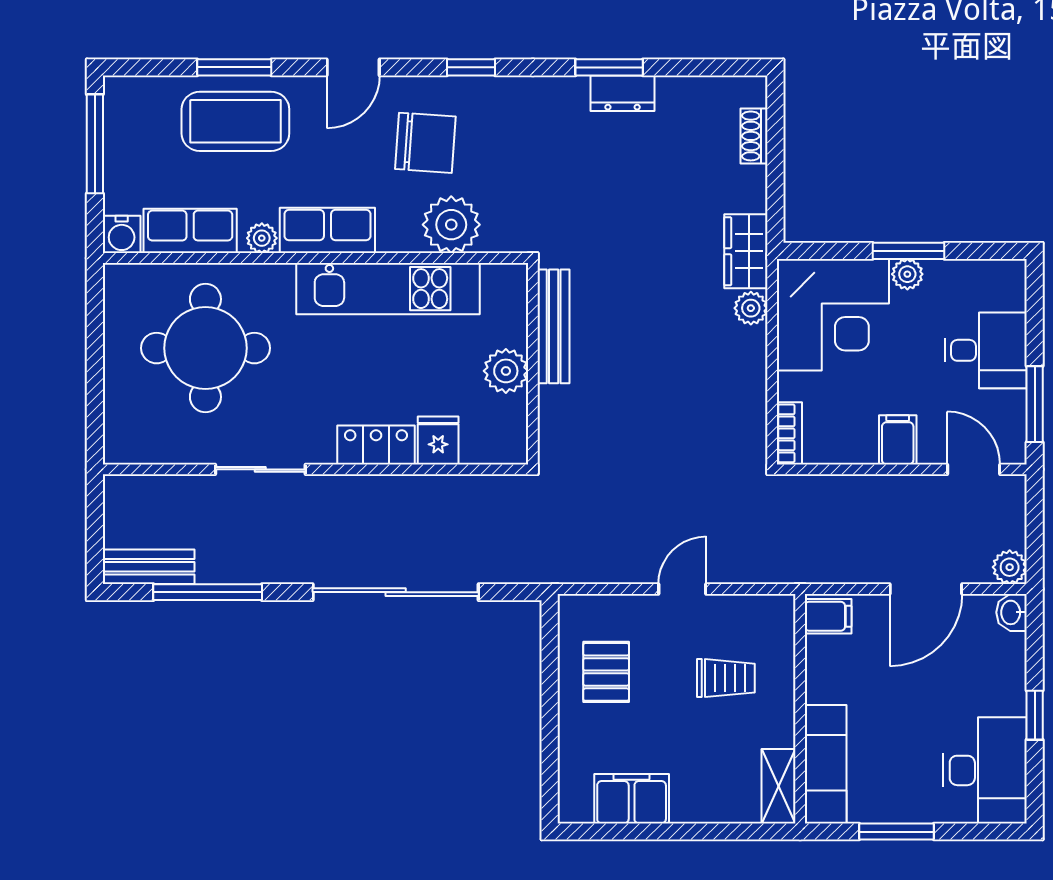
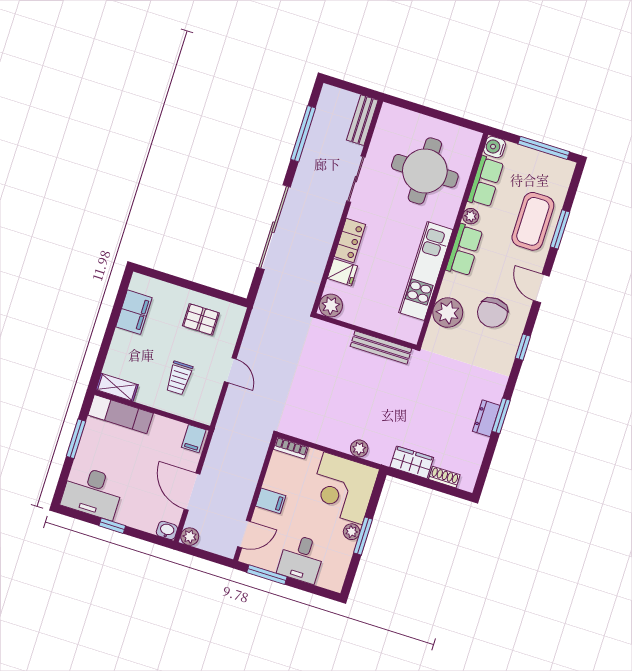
wardrobe: (746, 251) -> (412, 462), moved
plant: (506, 371) -> (331, 306), moved
bench: (149, 567) -> (362, 120), moved

